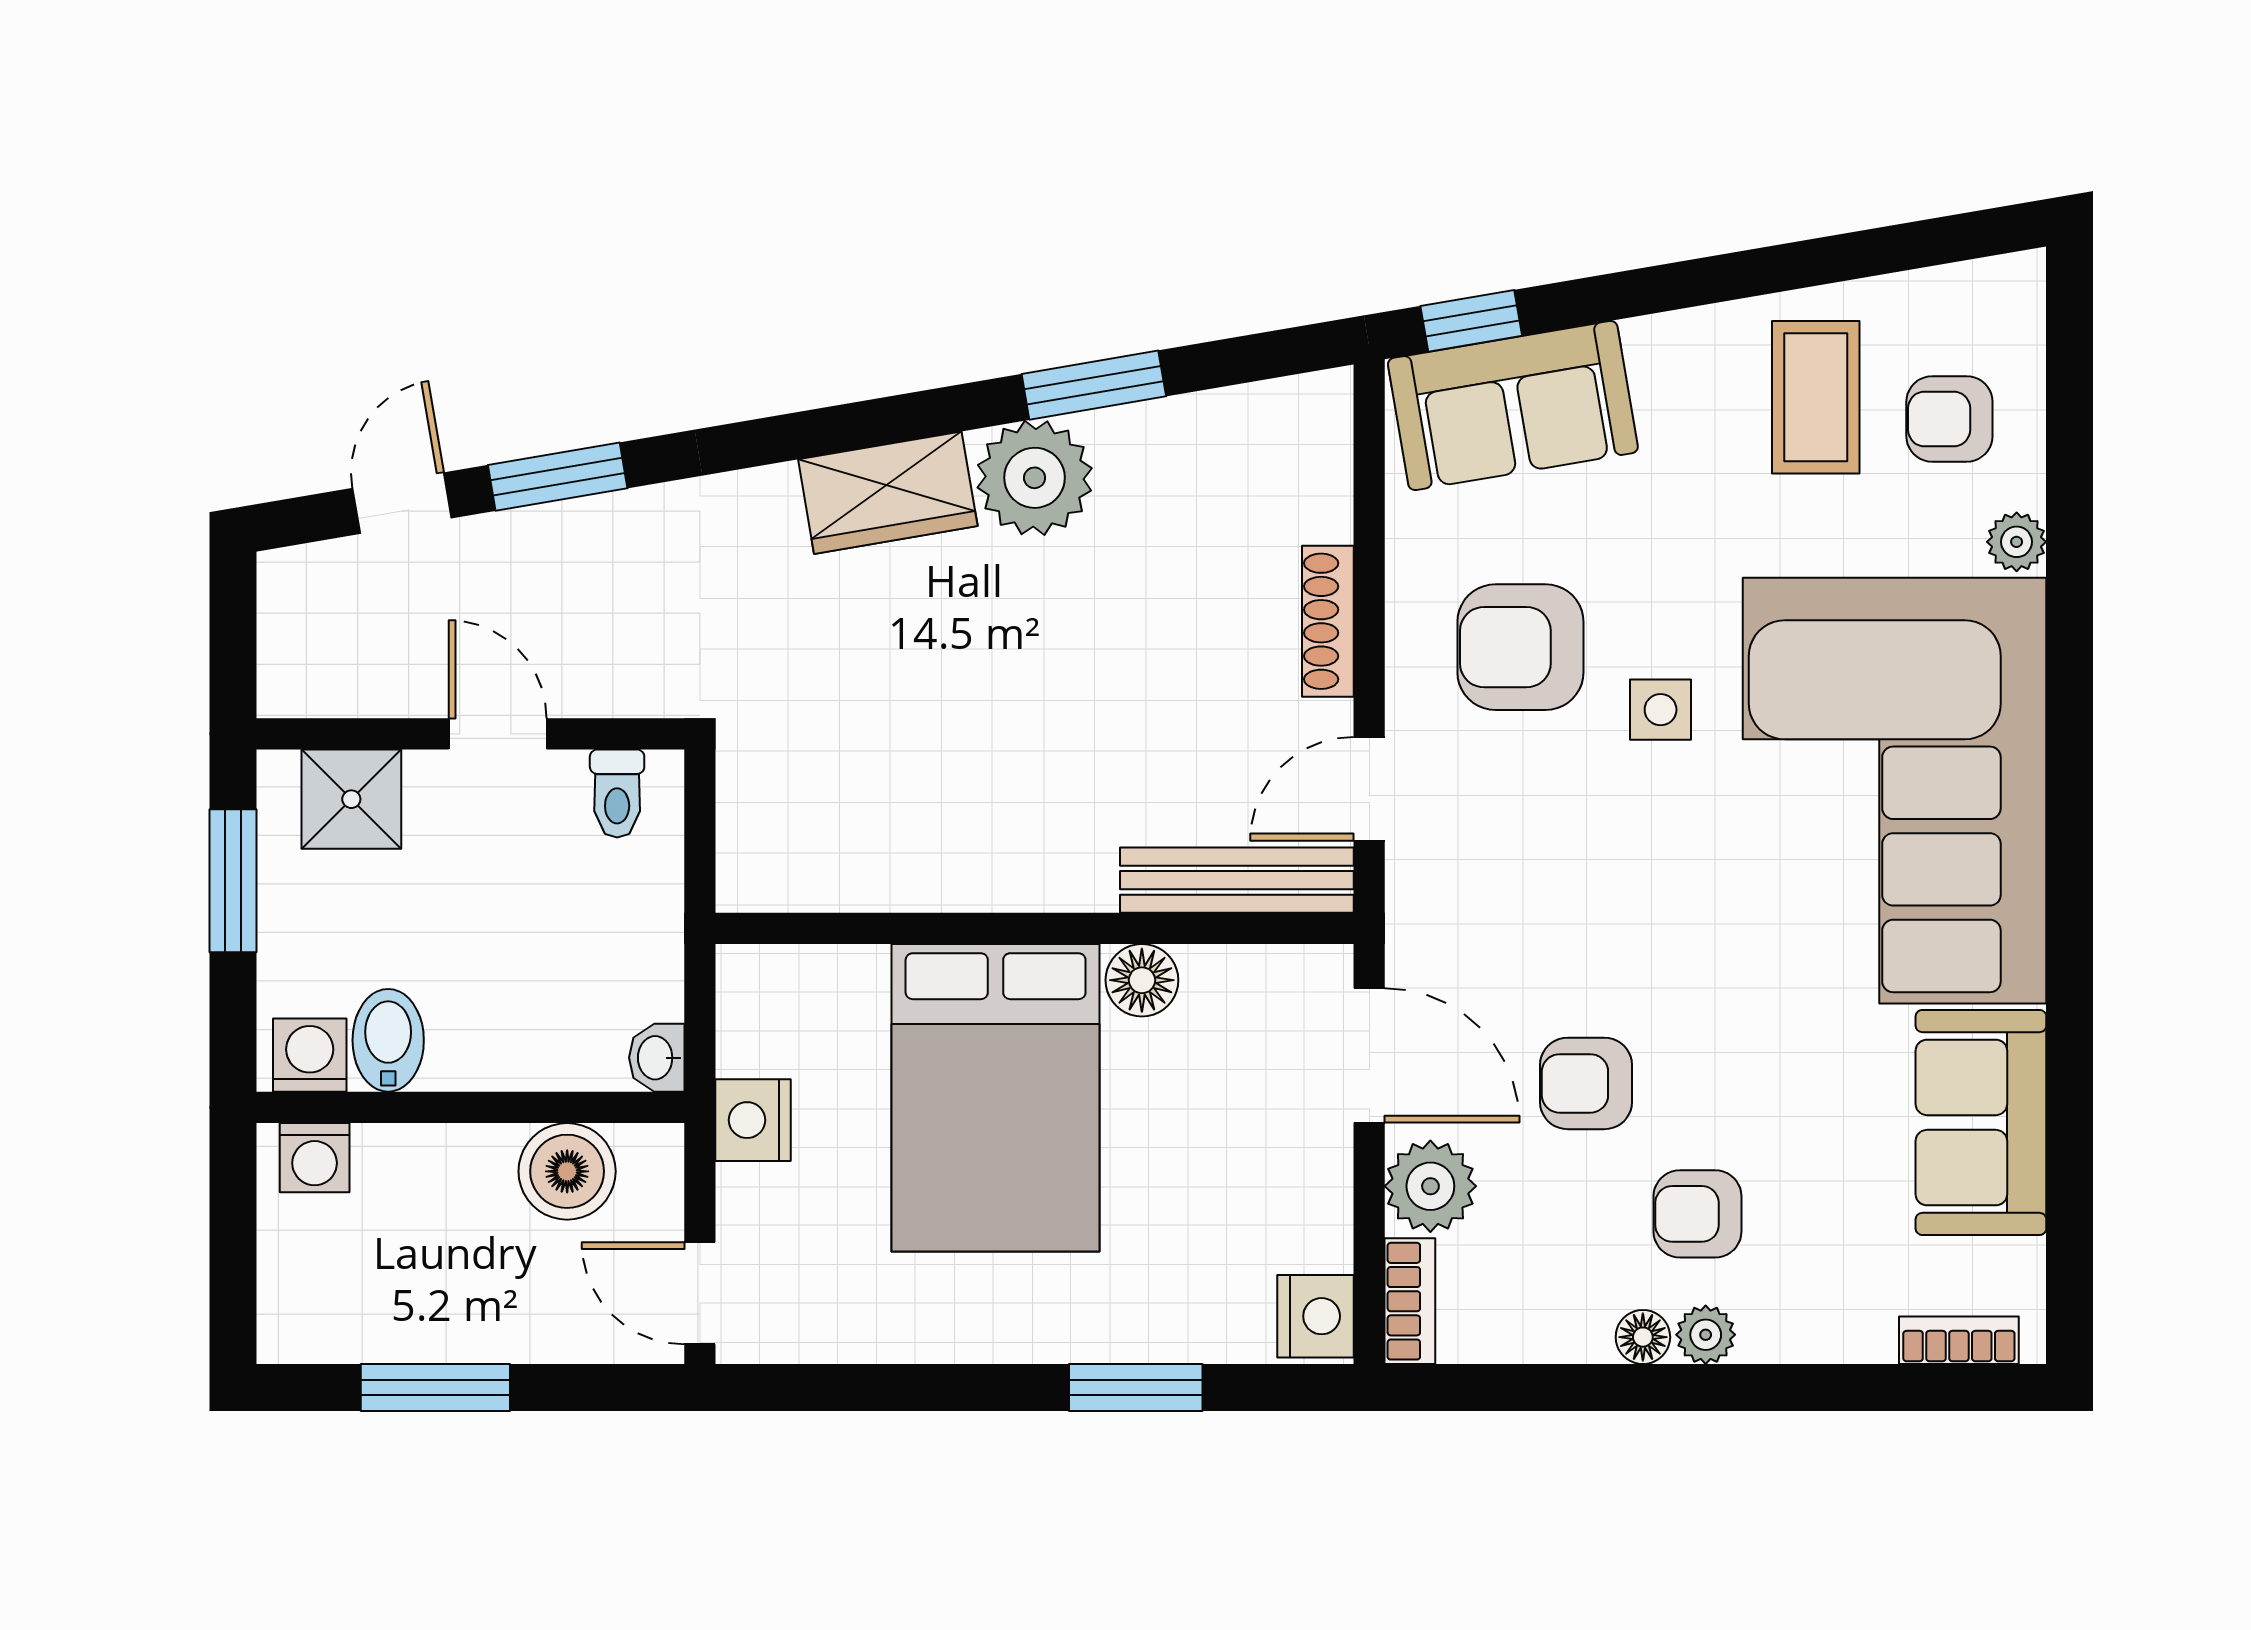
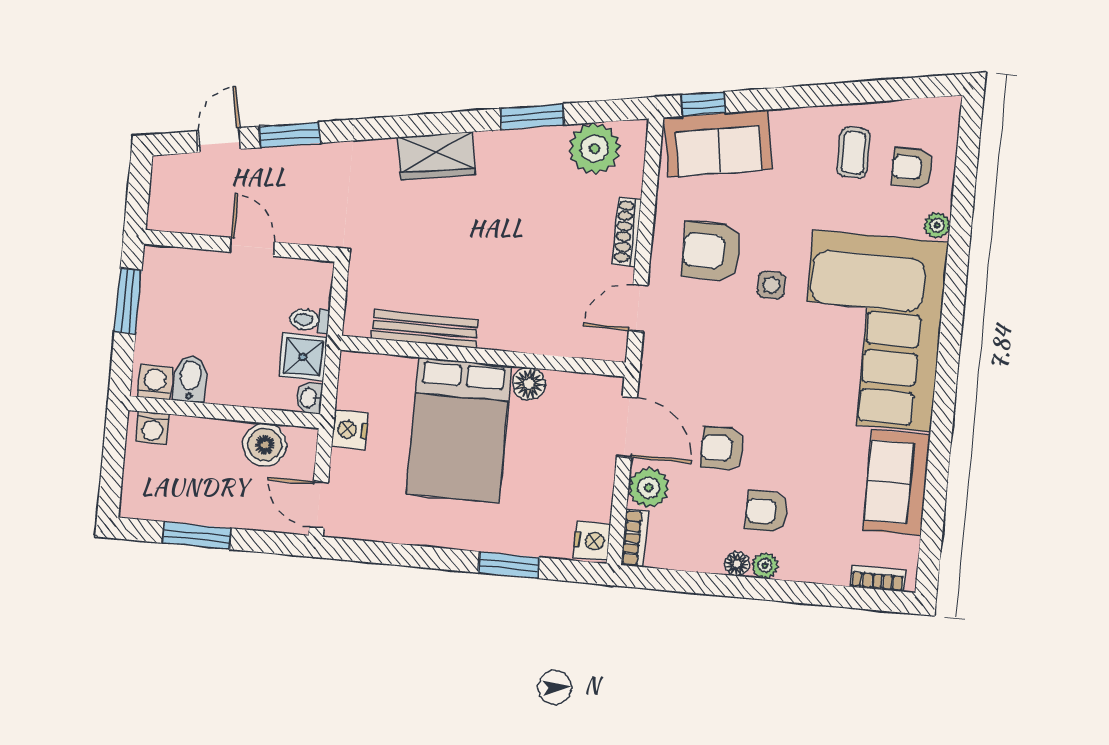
coffee table: (1816, 397) -> (854, 152), width x0.73, depth x0.77
plant: (1035, 478) -> (595, 149), moved
toilet: (617, 794) -> (309, 320), moved, turned 90
shower: (351, 799) -> (303, 357), moved
bench: (1237, 880) -> (425, 329), moved

